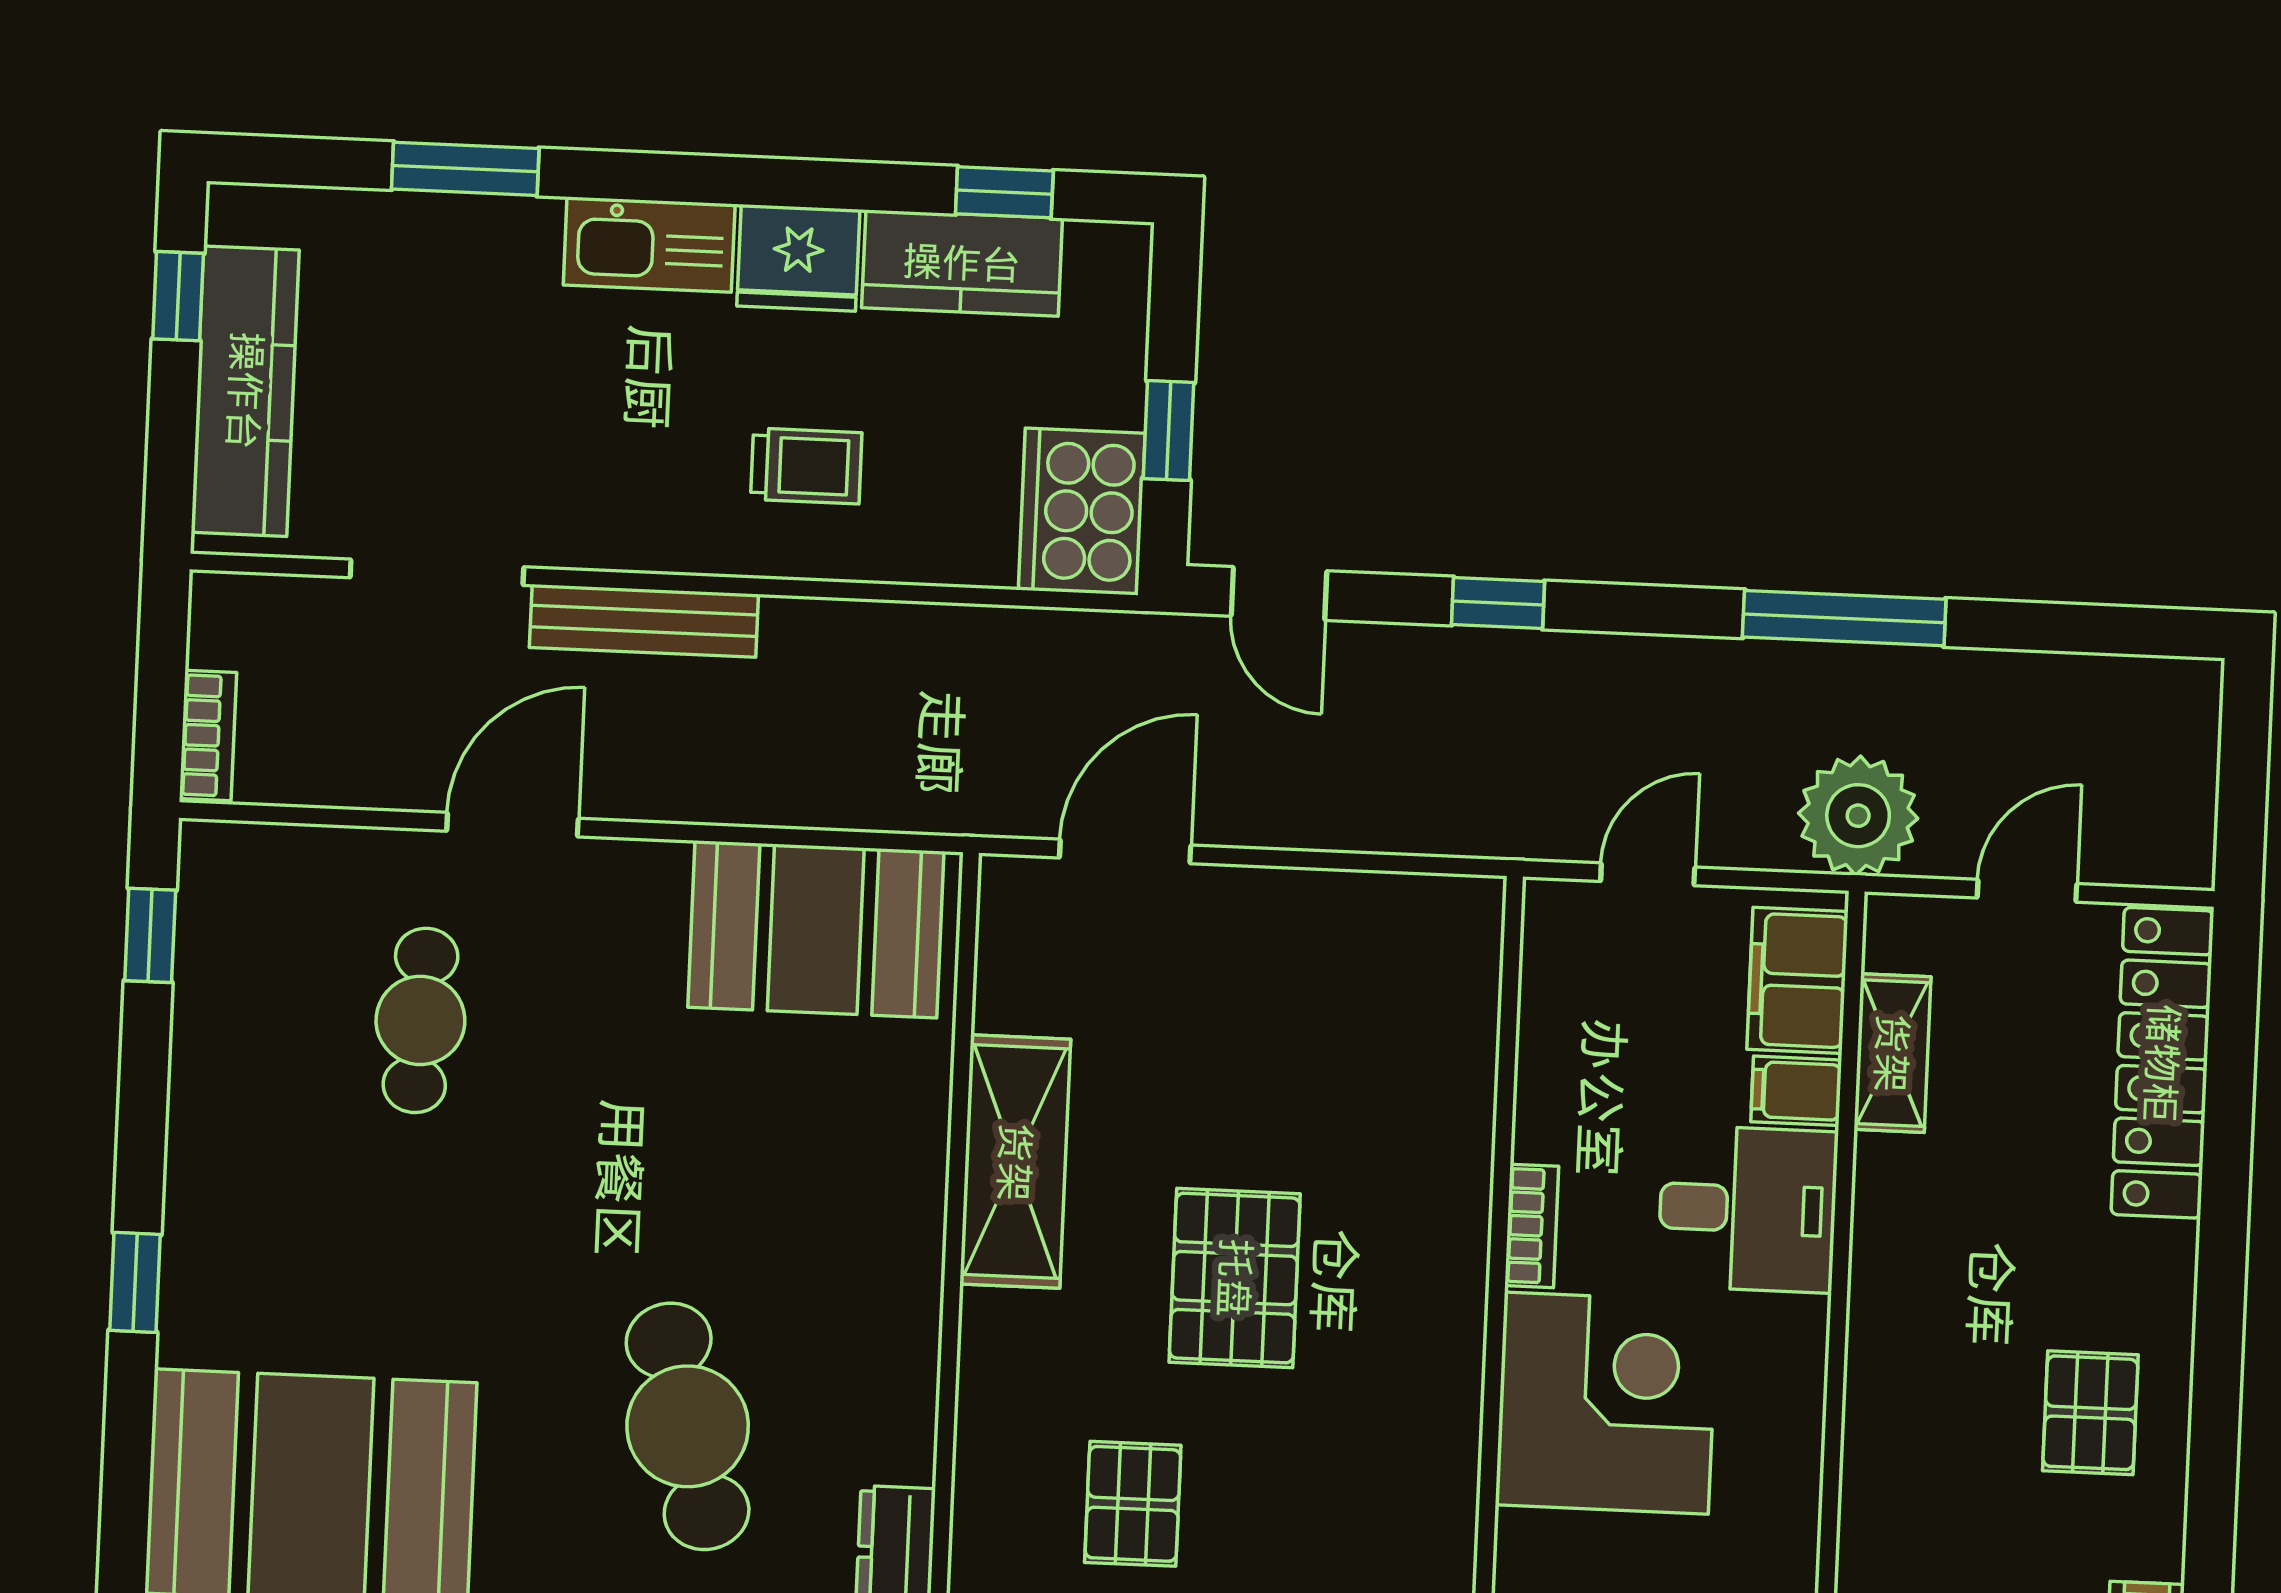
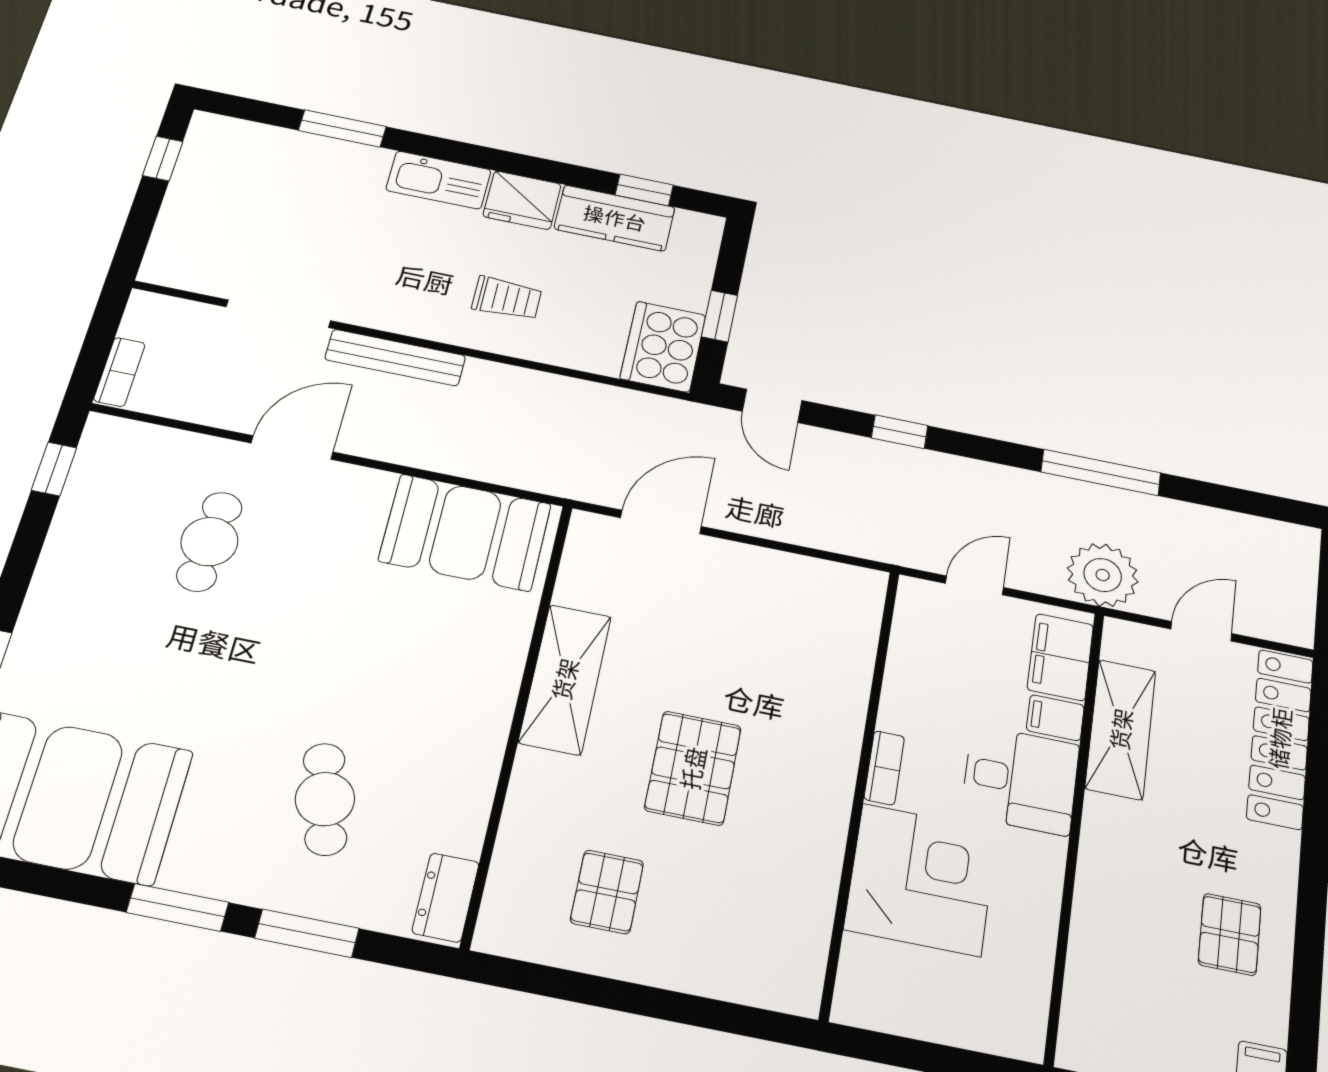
kitchen counter: (245, 391) -> (189, 209), removed
shelving: (1892, 1053) -> (1121, 729), width x1.50, depth x1.33
cafe table: (688, 1426) -> (325, 799), width x0.73, depth x0.74

